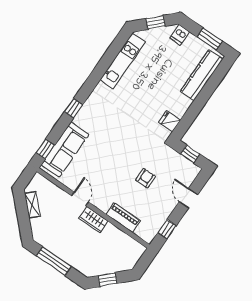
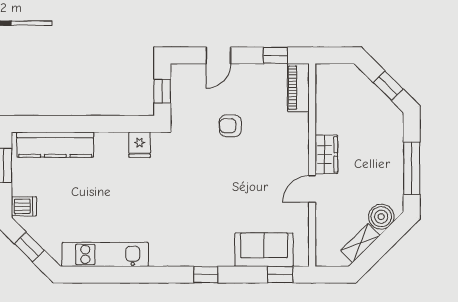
sofa: (65, 150) -> (264, 250), width x0.73
piano: (123, 217) -> (298, 88), moved
boiler: (39, 226) -> (381, 217), added

